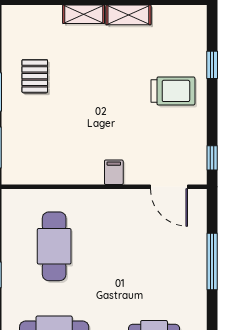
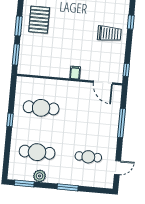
pallet: (35, 76) -> (39, 20), width x1.50, depth x1.42
cafe table: (54, 246) -> (41, 108), turned 90

